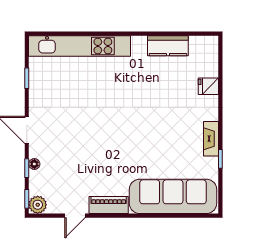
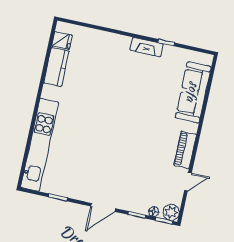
fridge: (208, 86) -> (62, 41), moved, turned -90
floor lamp: (34, 164) -> (154, 212), moved
sofa: (173, 196) -> (193, 92), width x0.74, depth x0.79
door: (75, 216) -> (188, 182), hinge flipped

